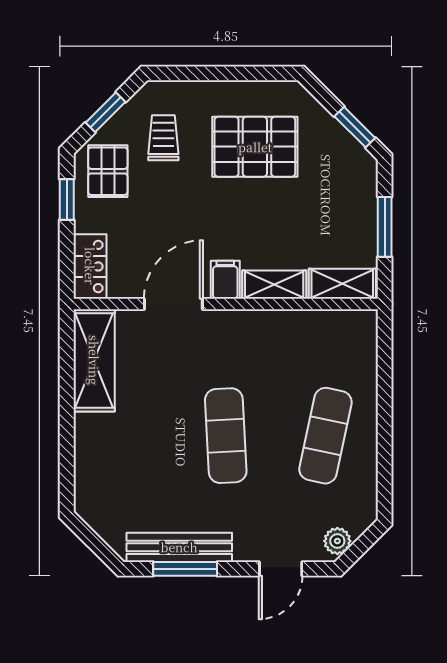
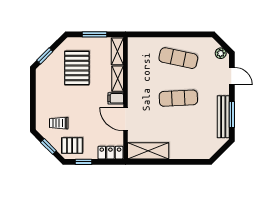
window: (355, 127) -> (45, 56), moved
pallet: (255, 147) -> (77, 68), moved

